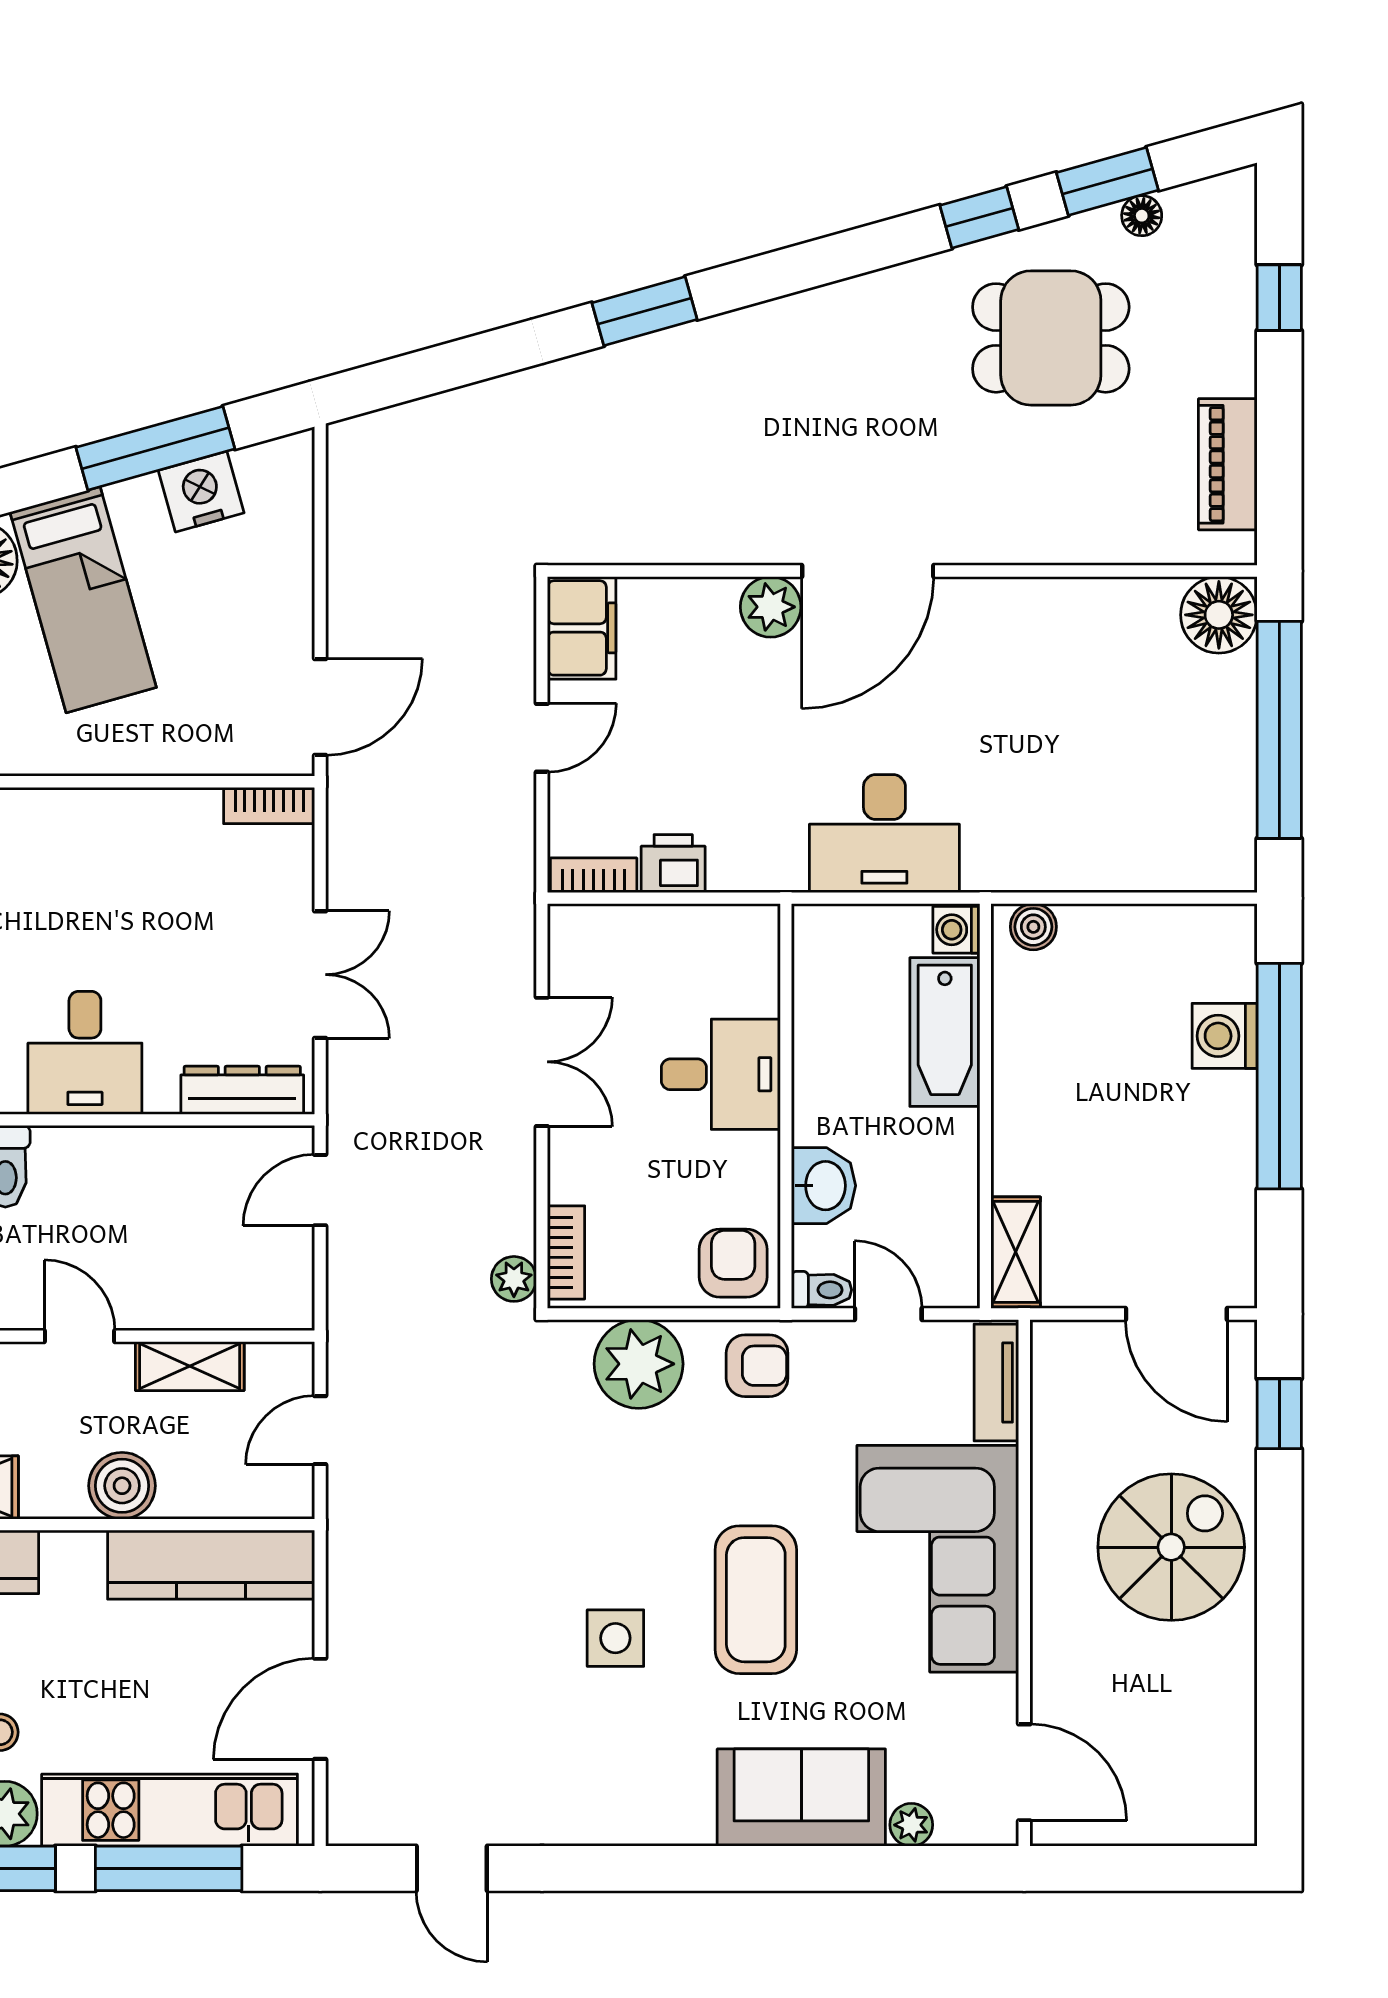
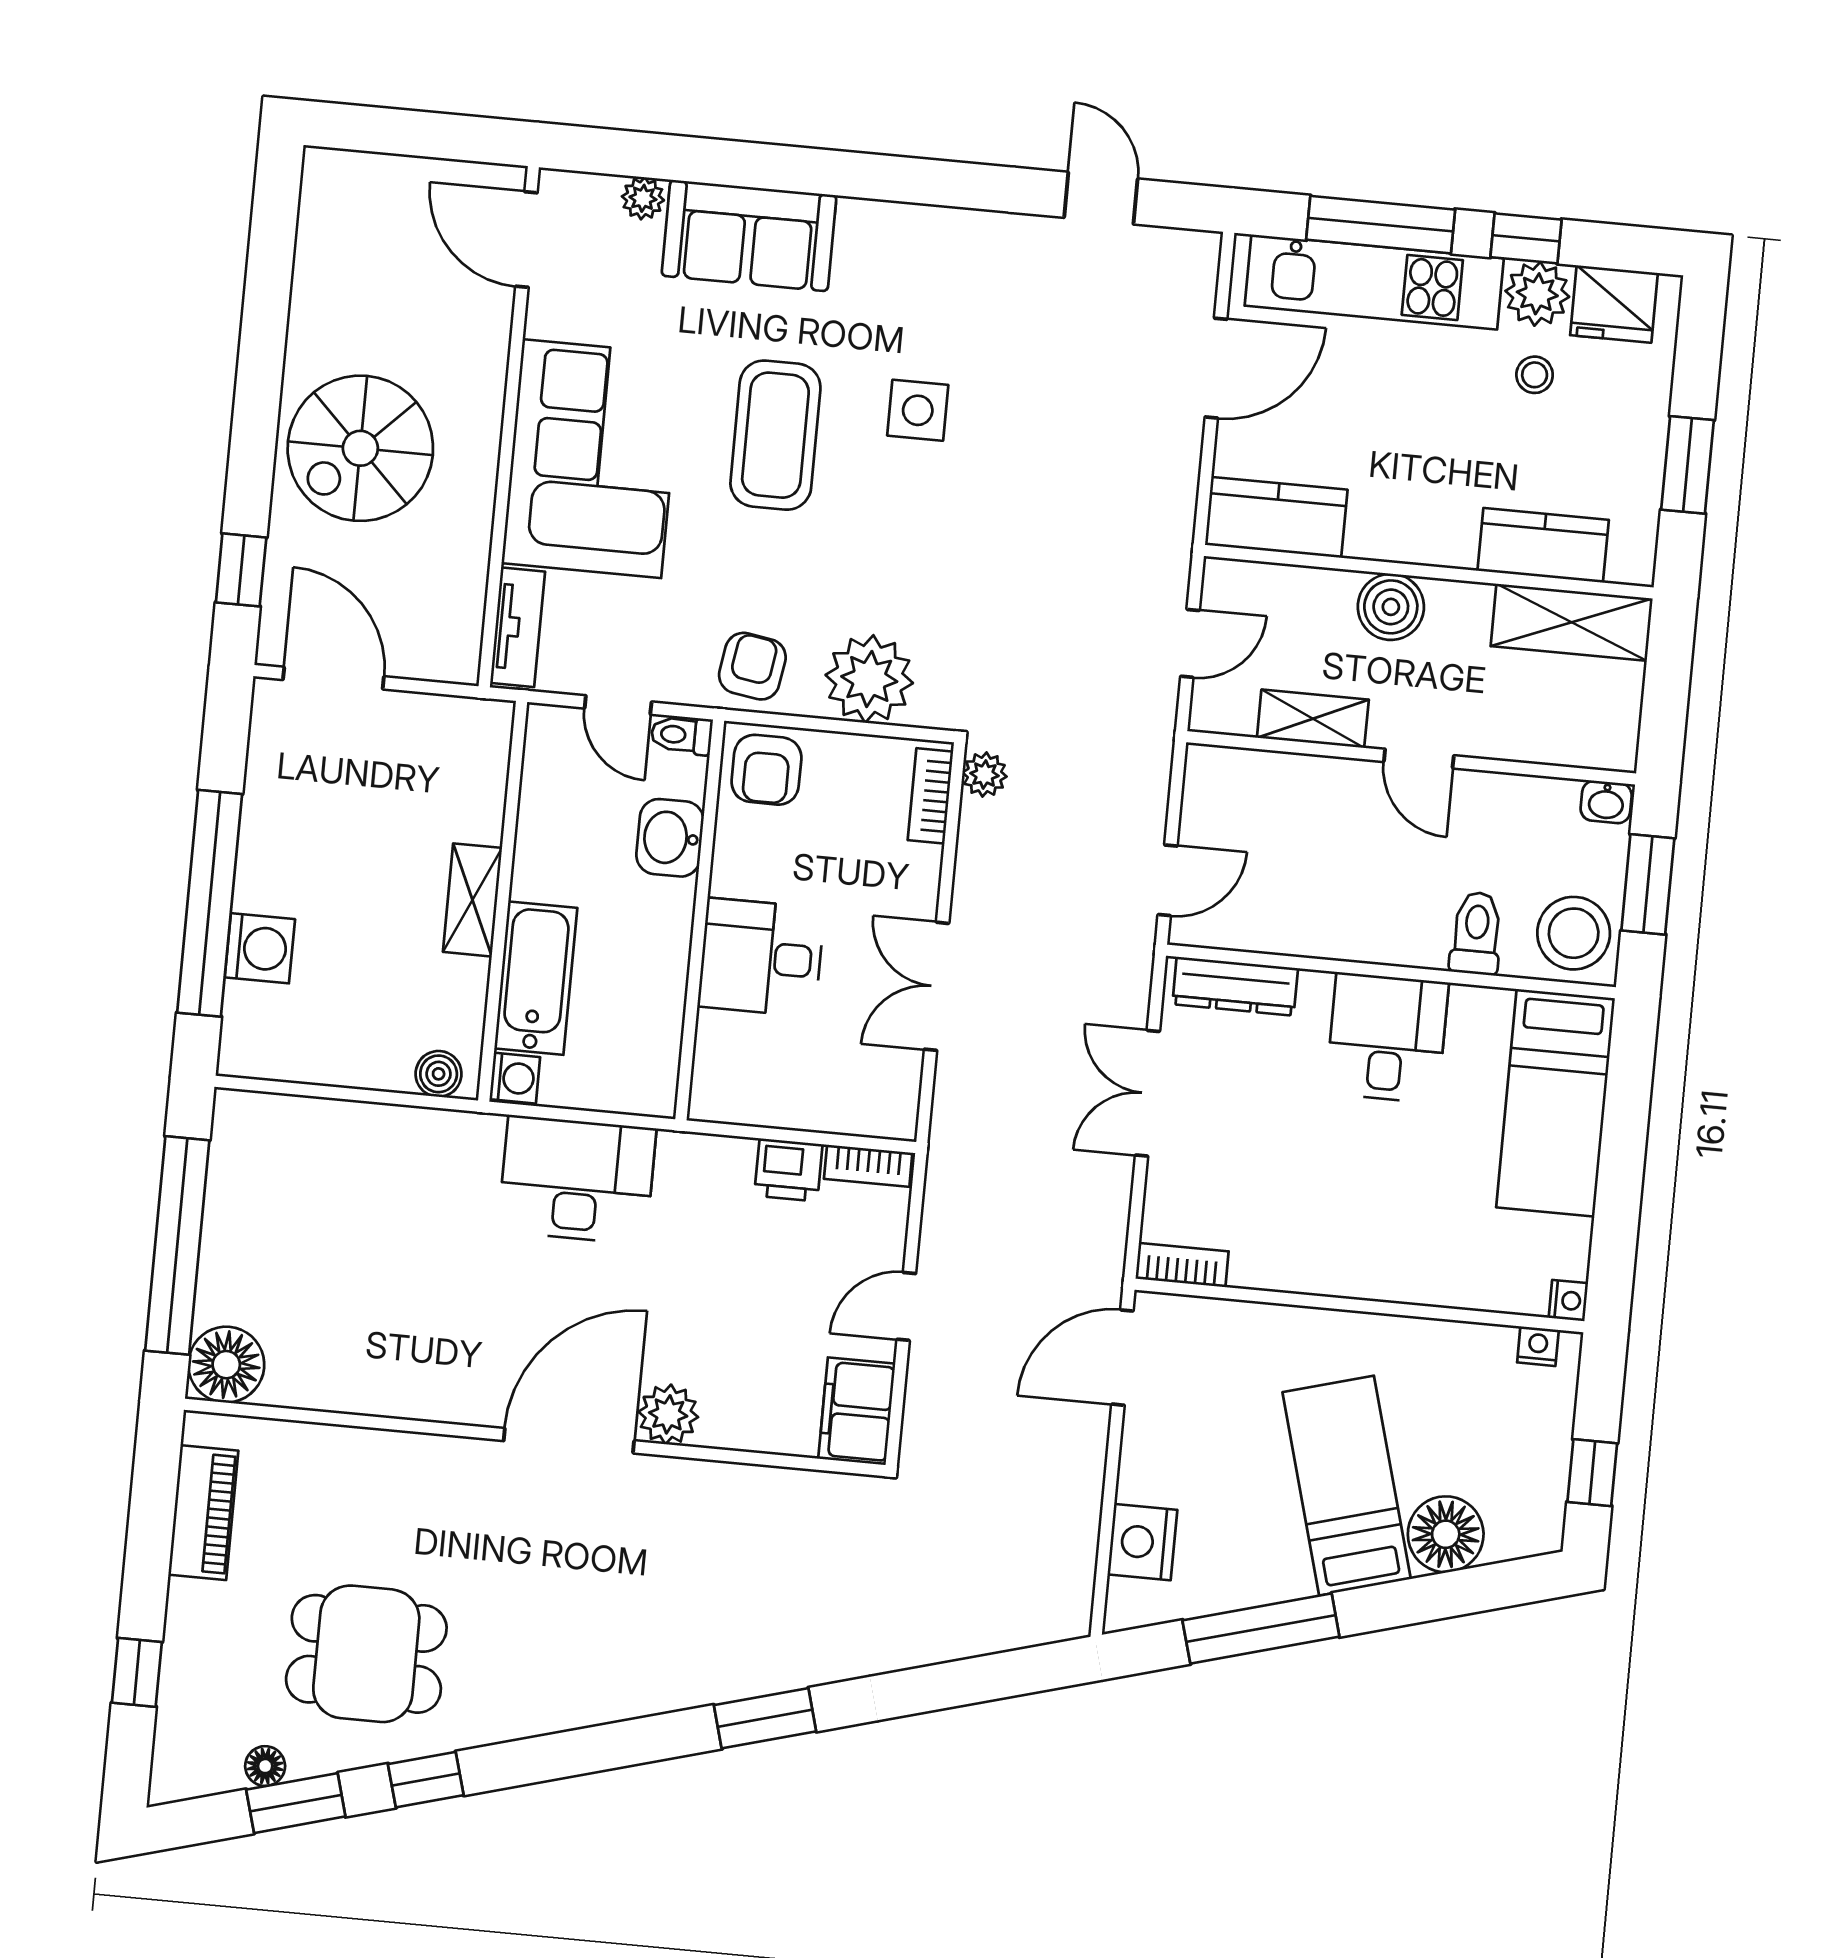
nightstand: (201, 492) -> (1142, 1542), moved, turned 106
shelving: (1016, 1252) -> (473, 900), moved
armchair: (757, 1366) -> (752, 666), turned 99
kitchen counter: (211, 1565) -> (1276, 517), width x0.67

